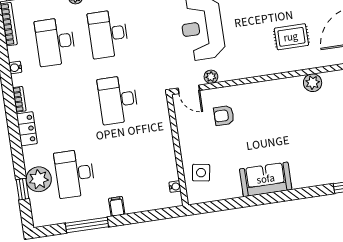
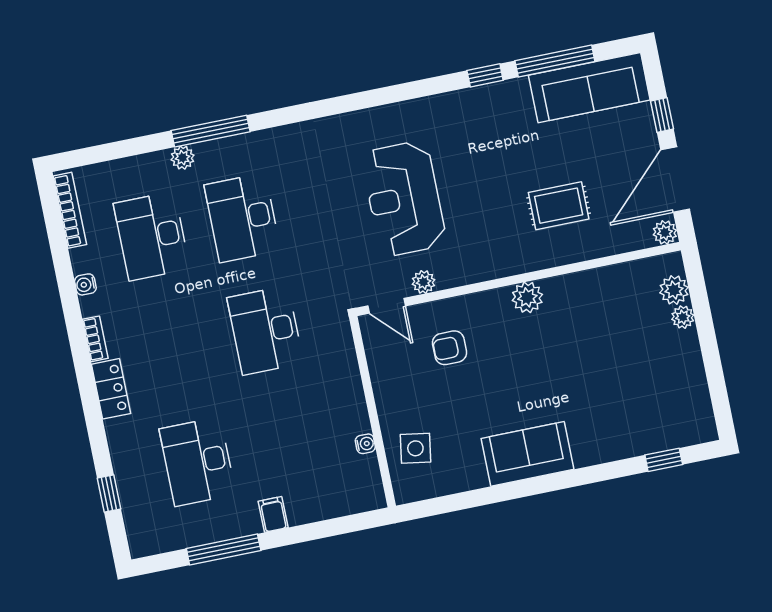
plant: (313, 83) -> (527, 297), moved
plant: (39, 179) -> (136, 475), removed
water cooler: (175, 187) -> (365, 444), moved

